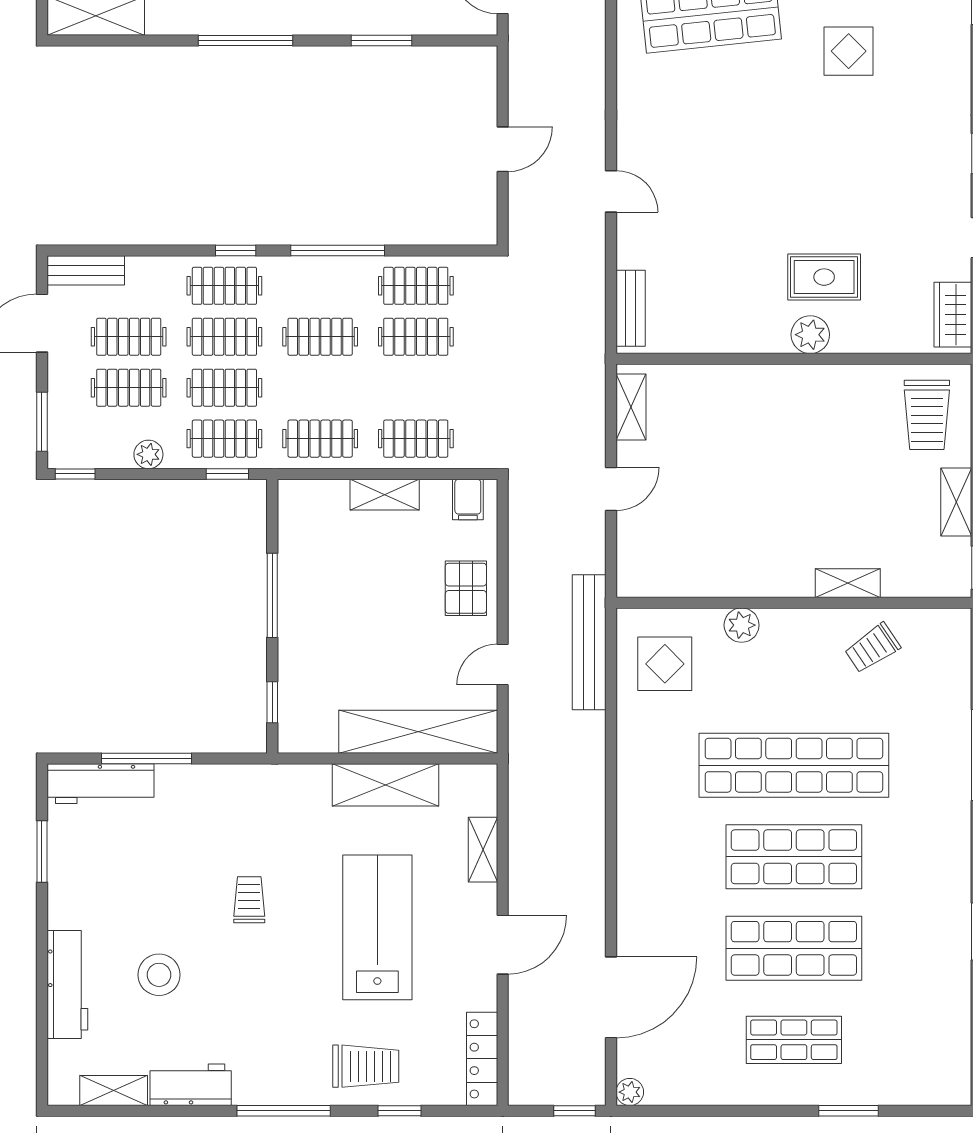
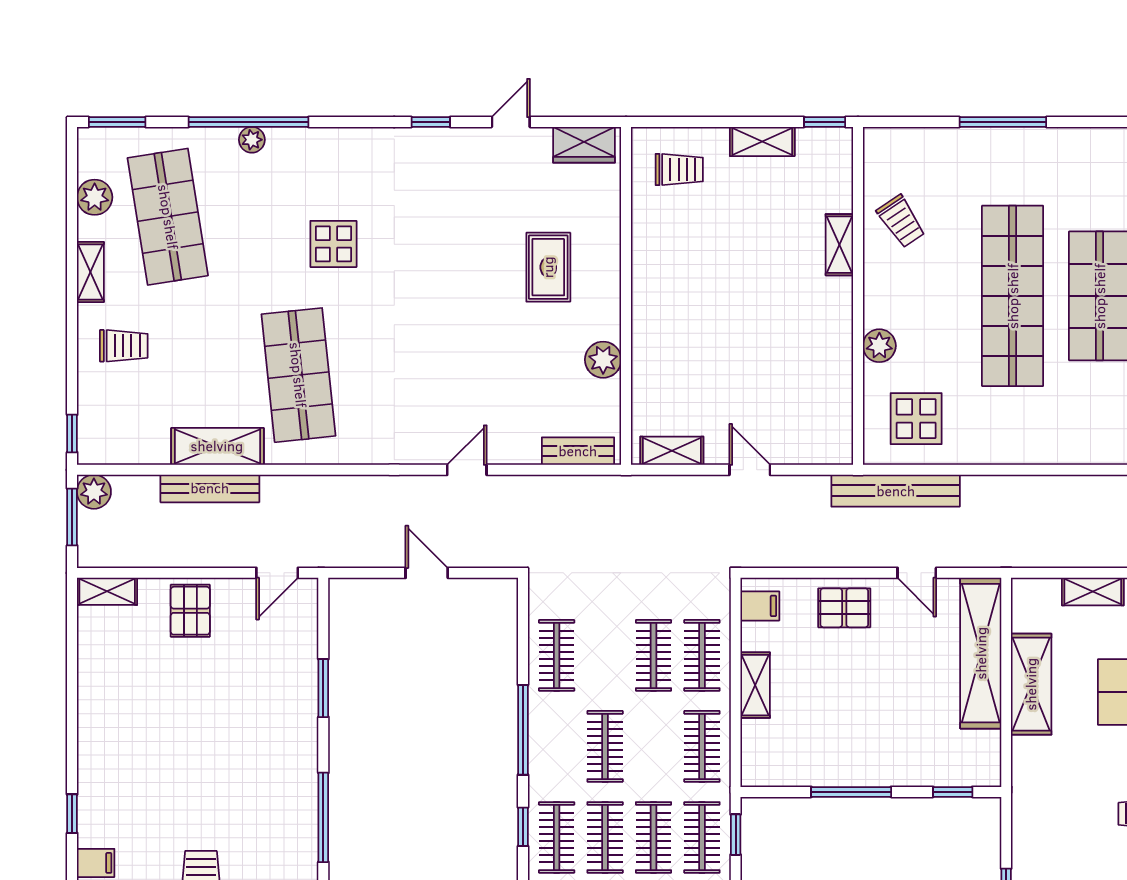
plant: (810, 335) -> (603, 360), moved
clothes rail: (416, 337) -> (654, 655), moved
trolley: (927, 415) -> (679, 169), width x0.73, depth x0.72

